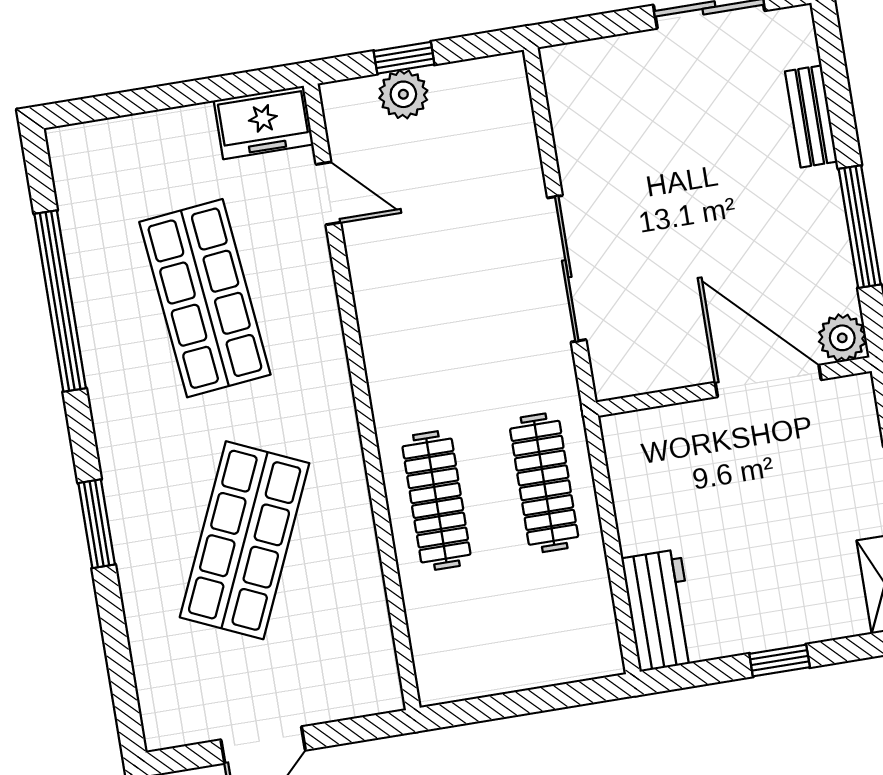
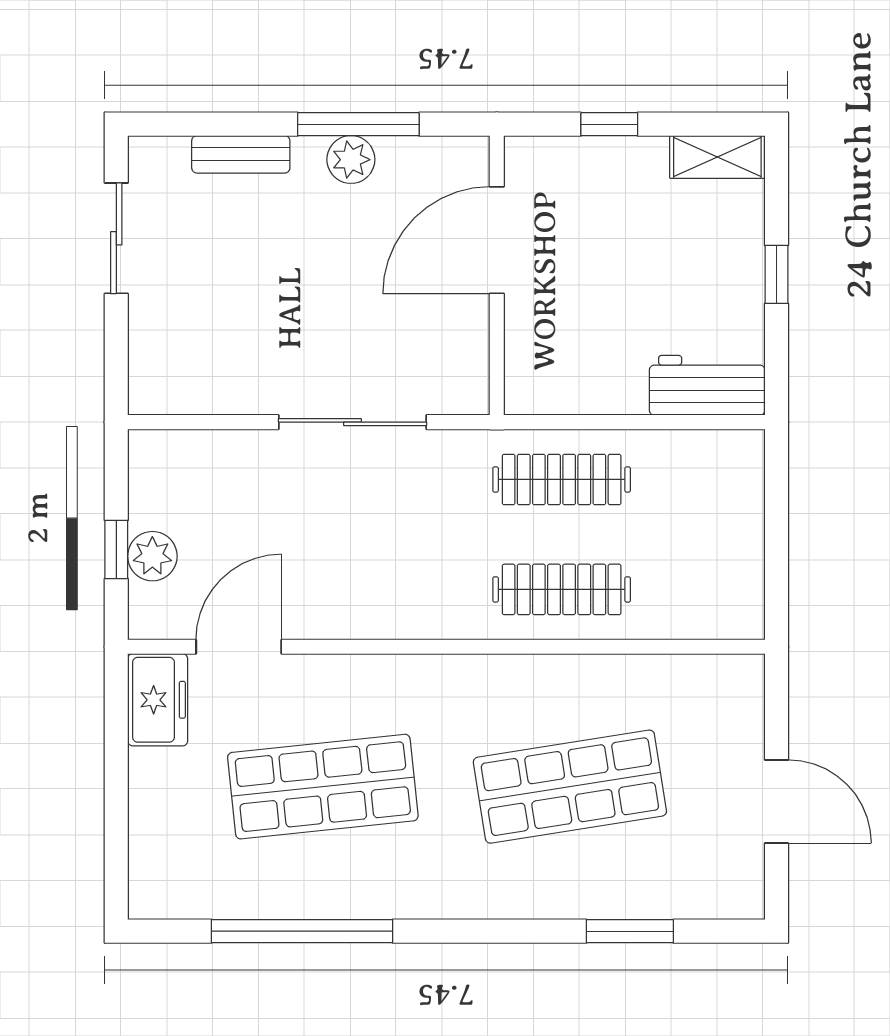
door: (328, 193) -> (239, 647), width x1.38
plant: (842, 338) -> (351, 160), moved
window: (97, 524) -> (630, 931), moved
shop shelf: (245, 540) -> (570, 787), turned -33

